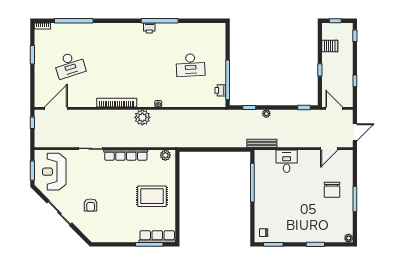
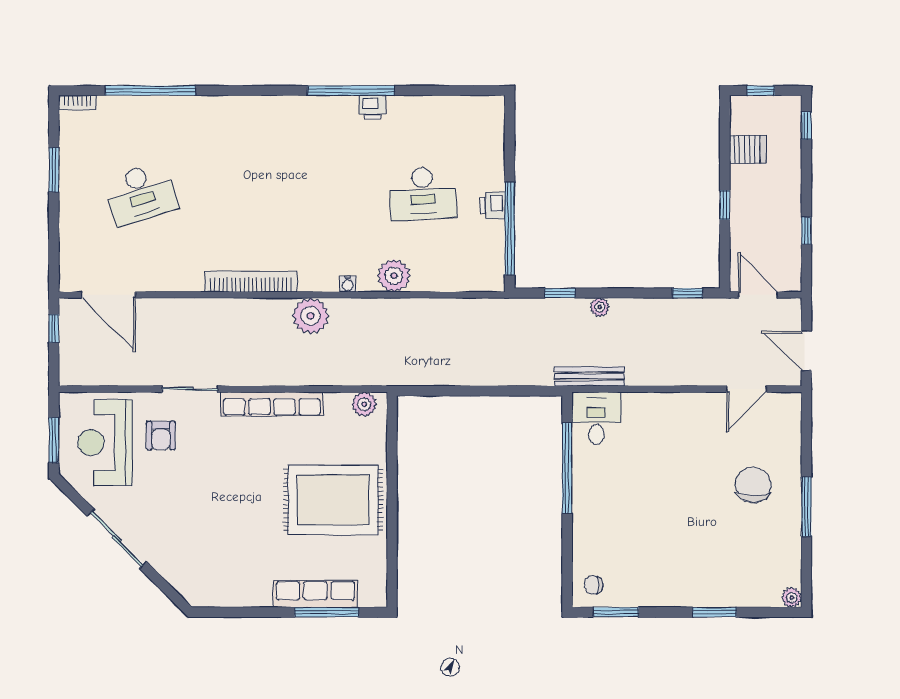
printer: (149, 28) -> (373, 107), moved
printer: (220, 90) -> (493, 206), moved
plant: (178, 100) -> (394, 276), added
door: (56, 108) -> (109, 295), swing flipped
door: (355, 132) -> (806, 351), swing flipped
desk: (287, 161) -> (596, 418), moved
chair: (332, 190) -> (753, 485), turned 180
rug: (152, 196) -> (333, 500), width x1.37, depth x1.44
armchair: (91, 205) -> (161, 435), moved
row of seats: (157, 236) -> (315, 594), moved

